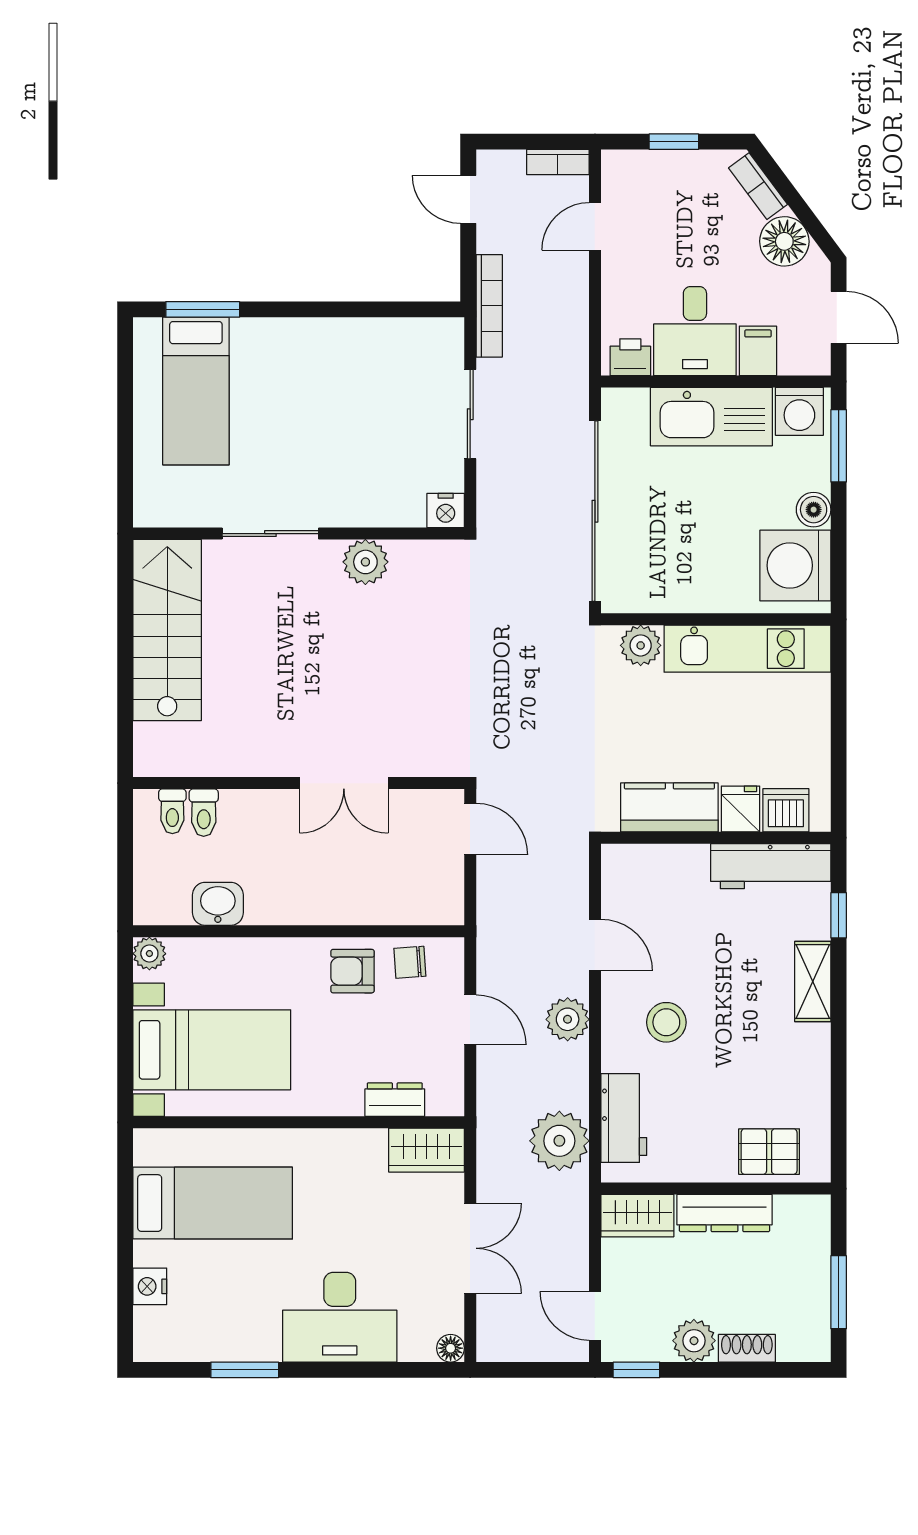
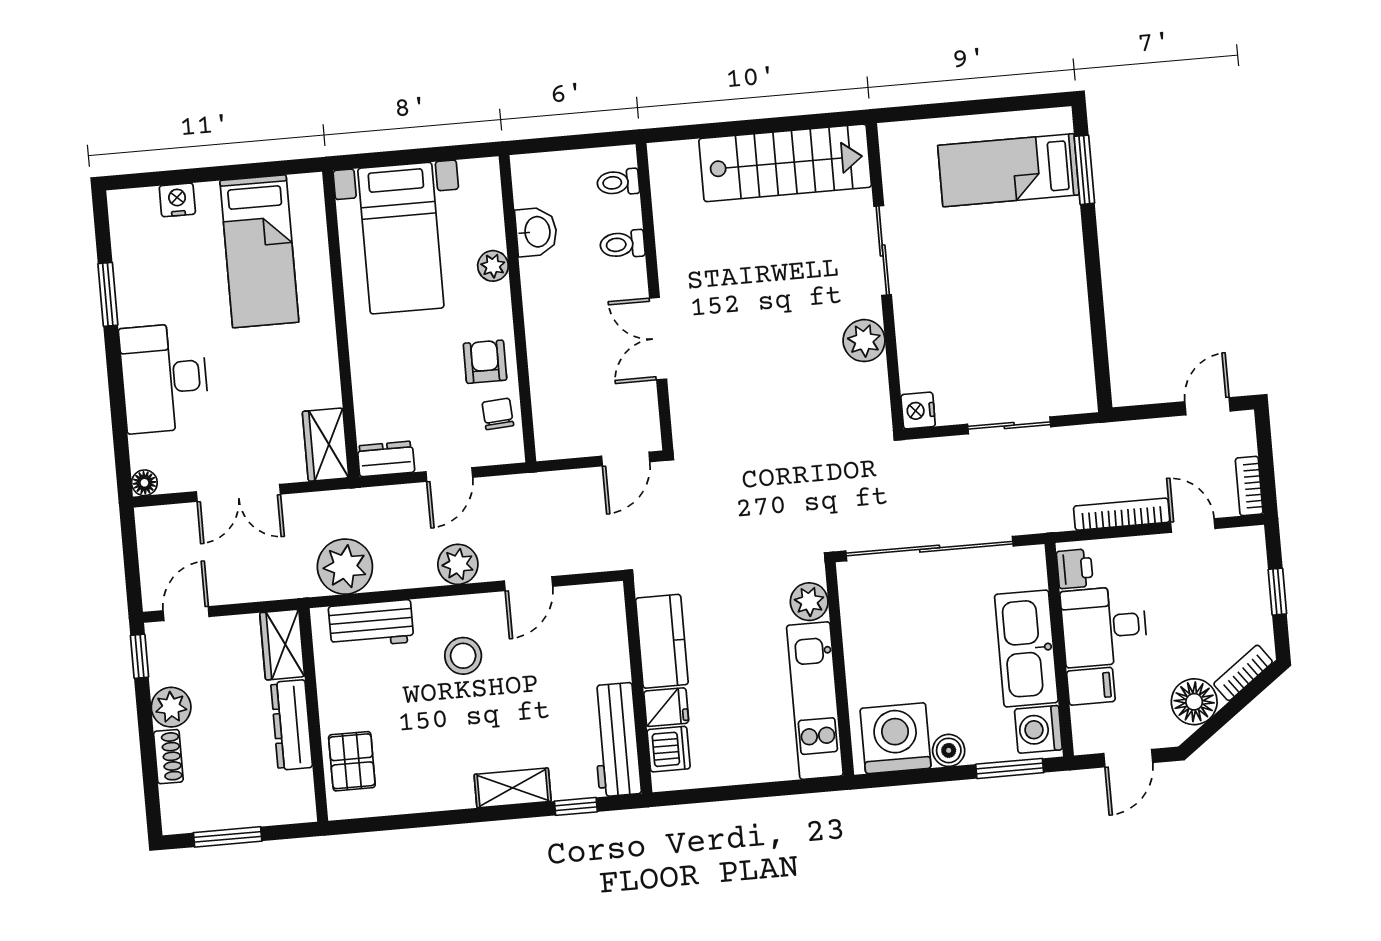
bookcase: (489, 306) -> (1122, 514), moved, turned 180
toilet: (204, 813) -> (622, 244), moved
plant: (149, 954) -> (493, 266), moved
dresser: (395, 1100) -> (386, 459), moved, turned -90

